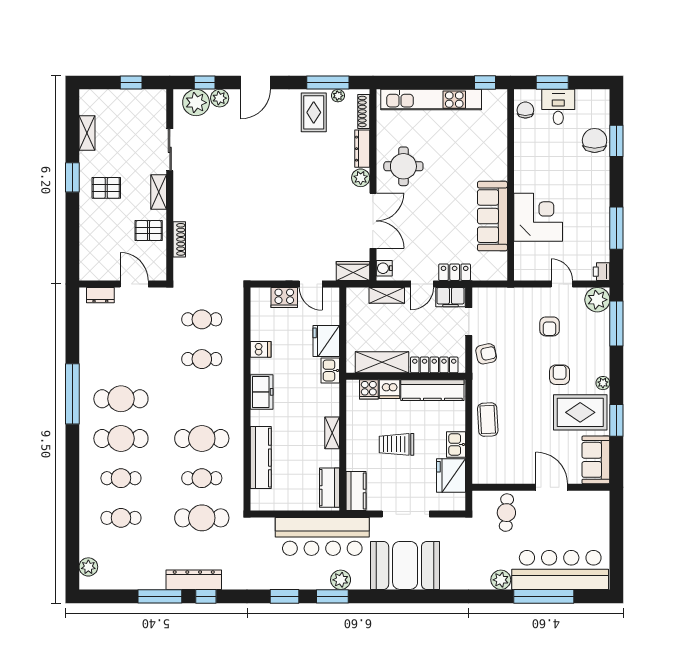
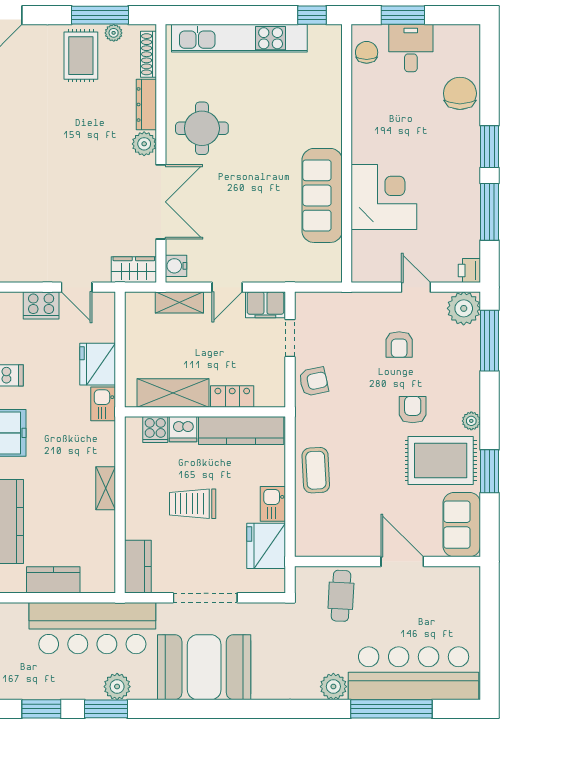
window: (616, 141) -> (489, 147), moved
locker: (455, 272) -> (271, 271), removed
locker: (434, 365) -> (232, 396), width x0.66
kitchen counter: (329, 488) -> (53, 580), moved, turned 90

